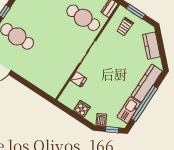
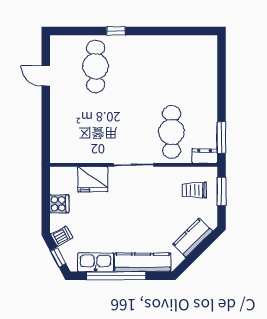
fridge: (79, 79) -> (93, 179), width x1.88, depth x1.34

